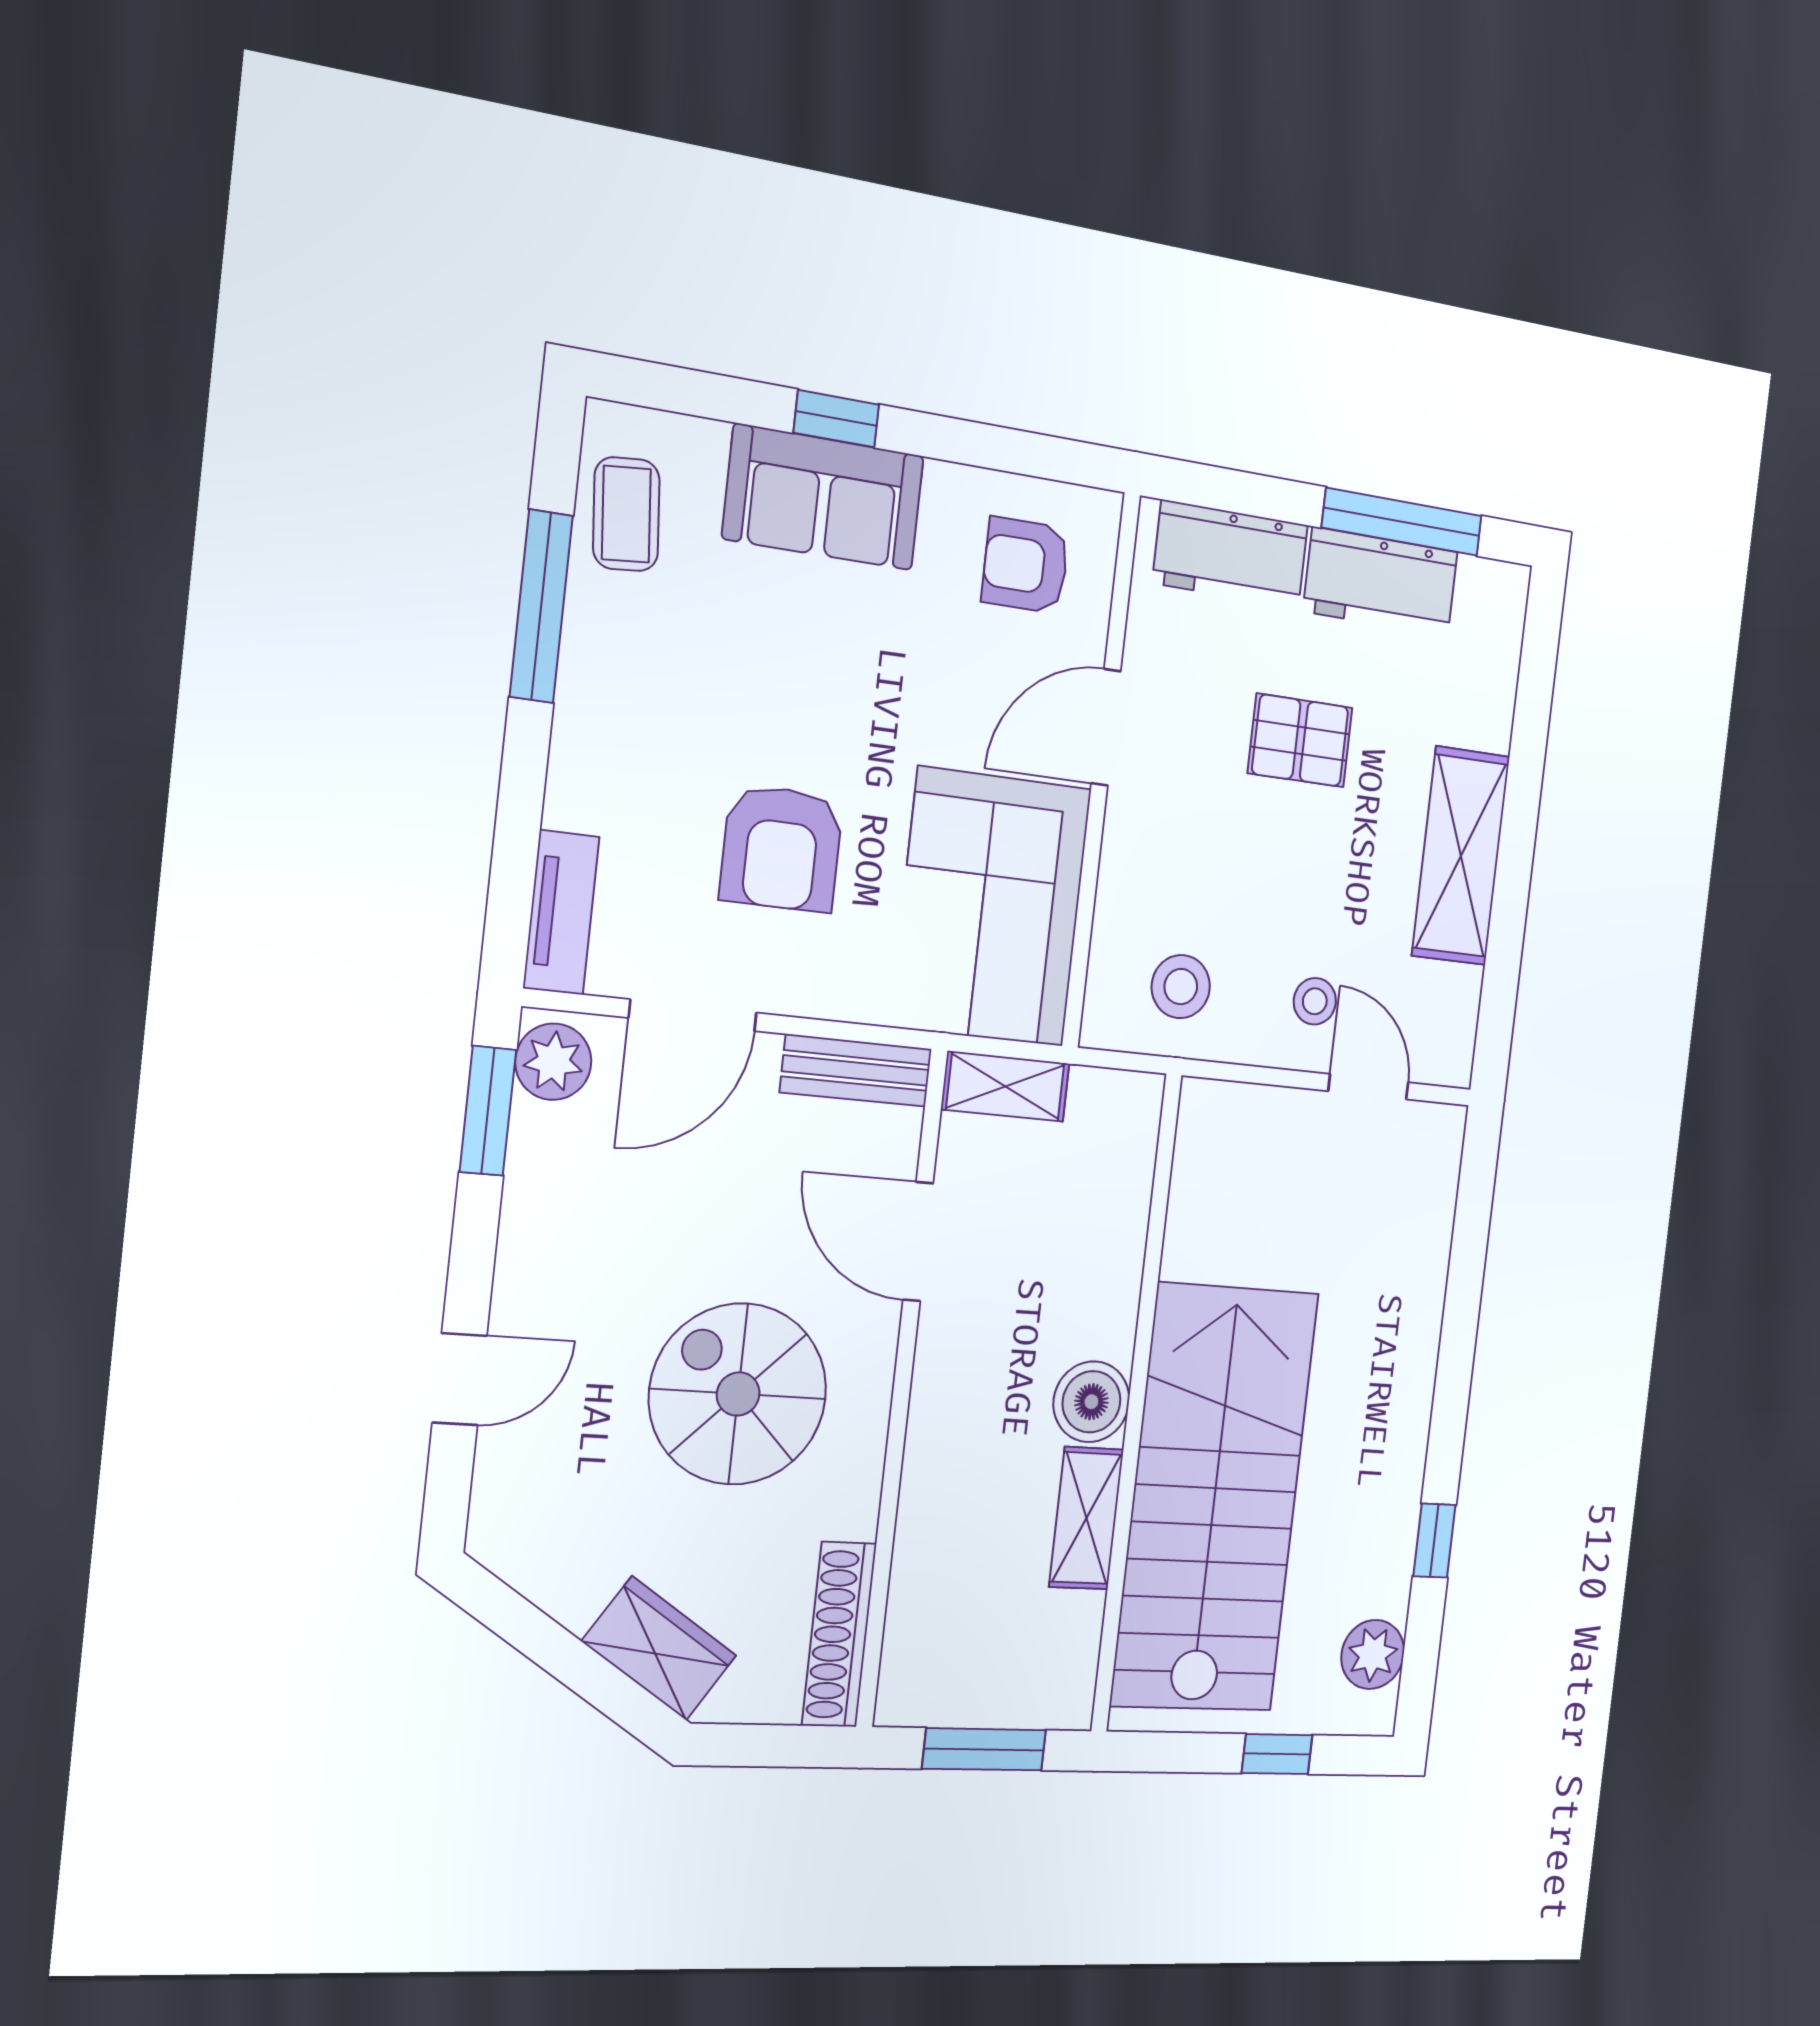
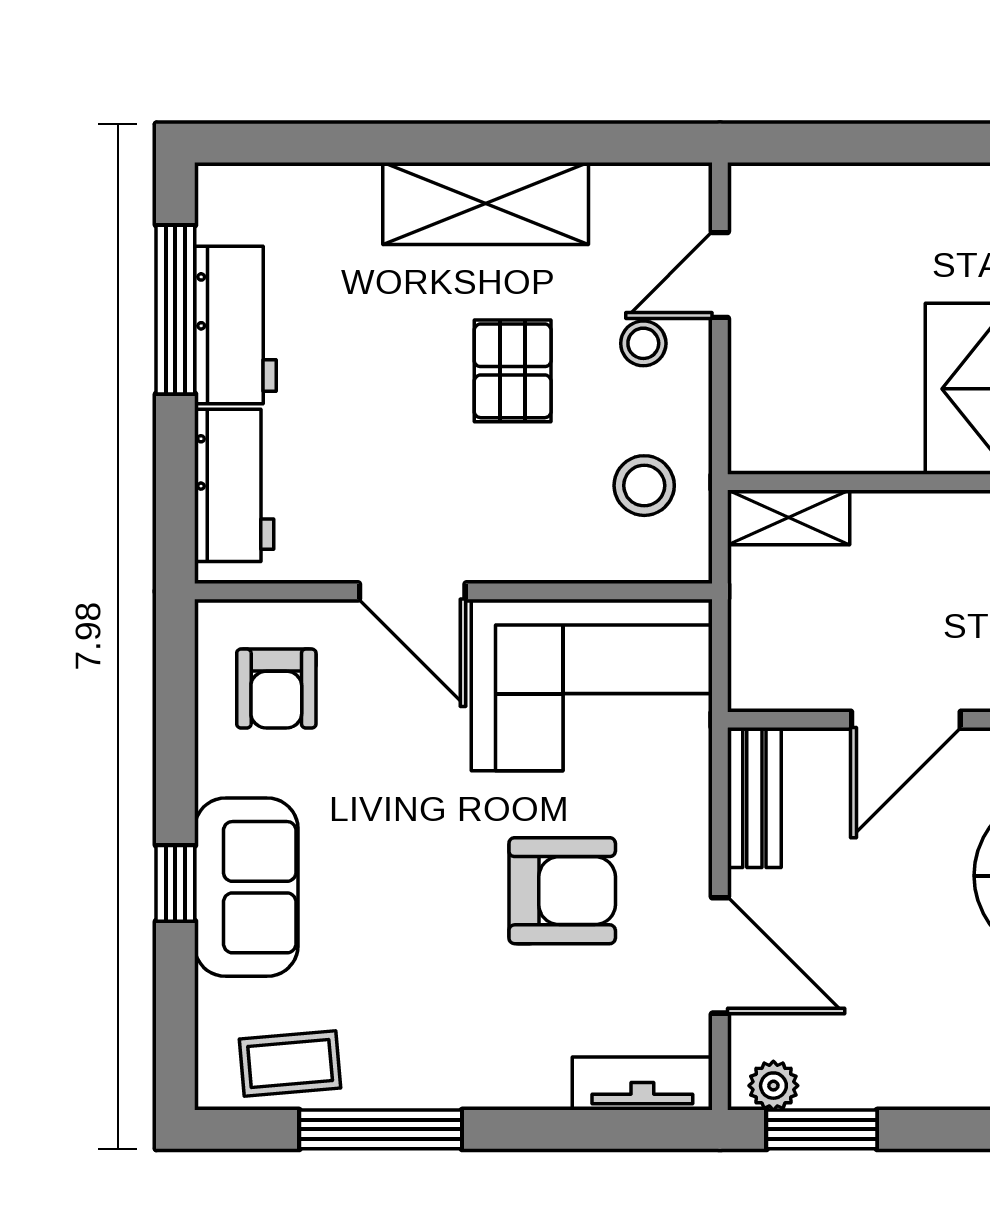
pallet: (1300, 740) -> (513, 371), moved
plant: (553, 1062) -> (773, 1086), width x0.73, depth x0.73
shelving: (1005, 1086) -> (789, 517), moved, turned 90

